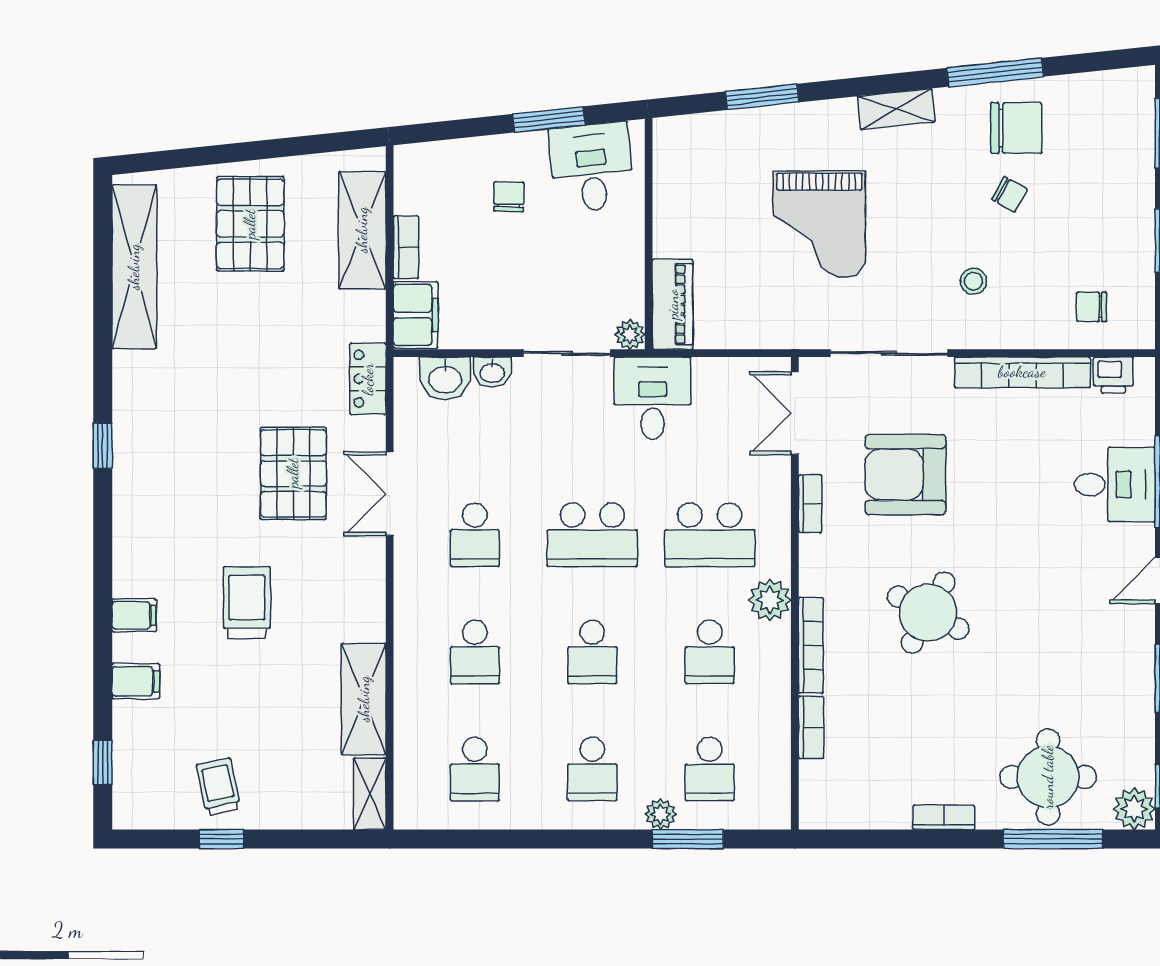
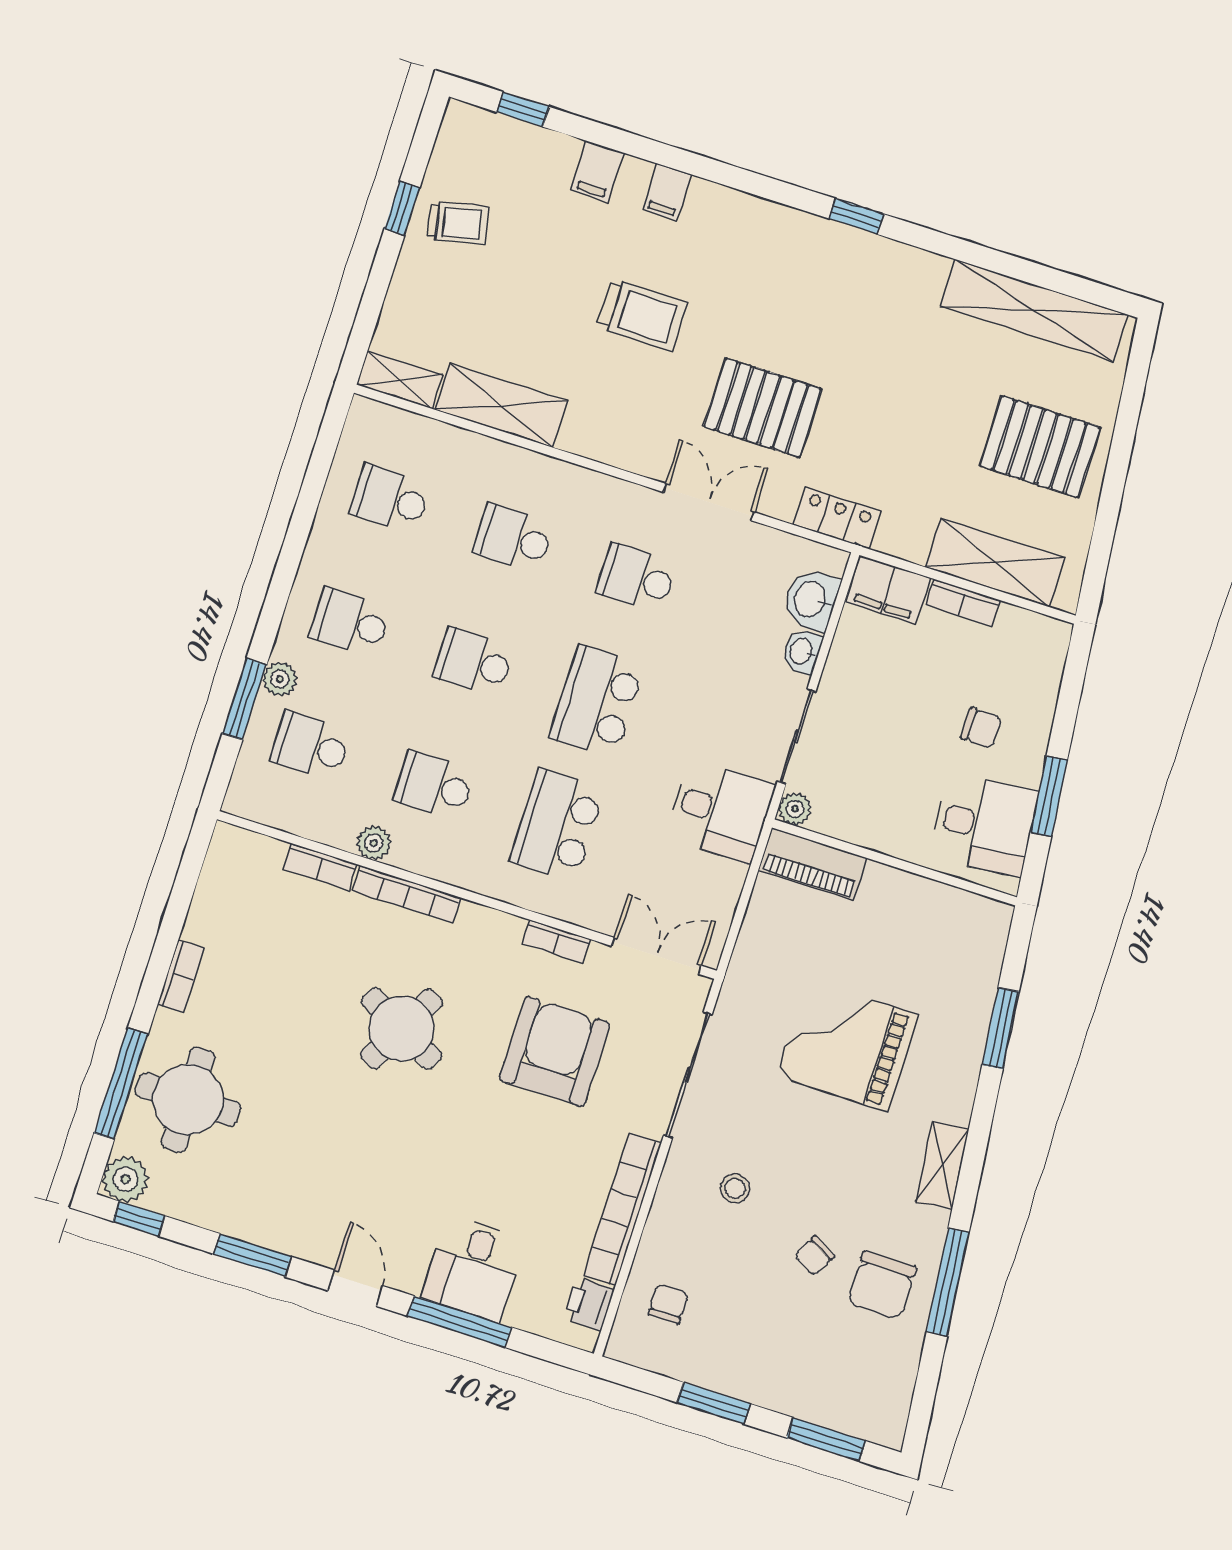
plant: (770, 600) -> (374, 843), moved, width x0.73, depth x0.73

